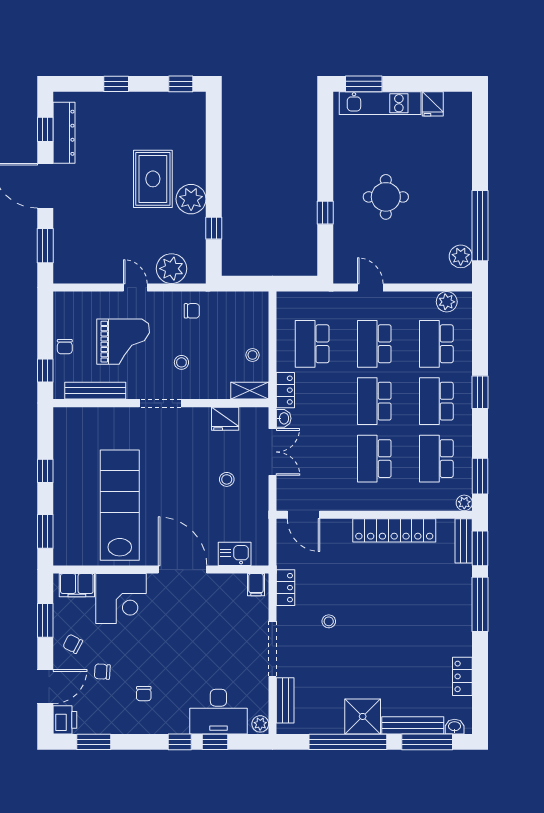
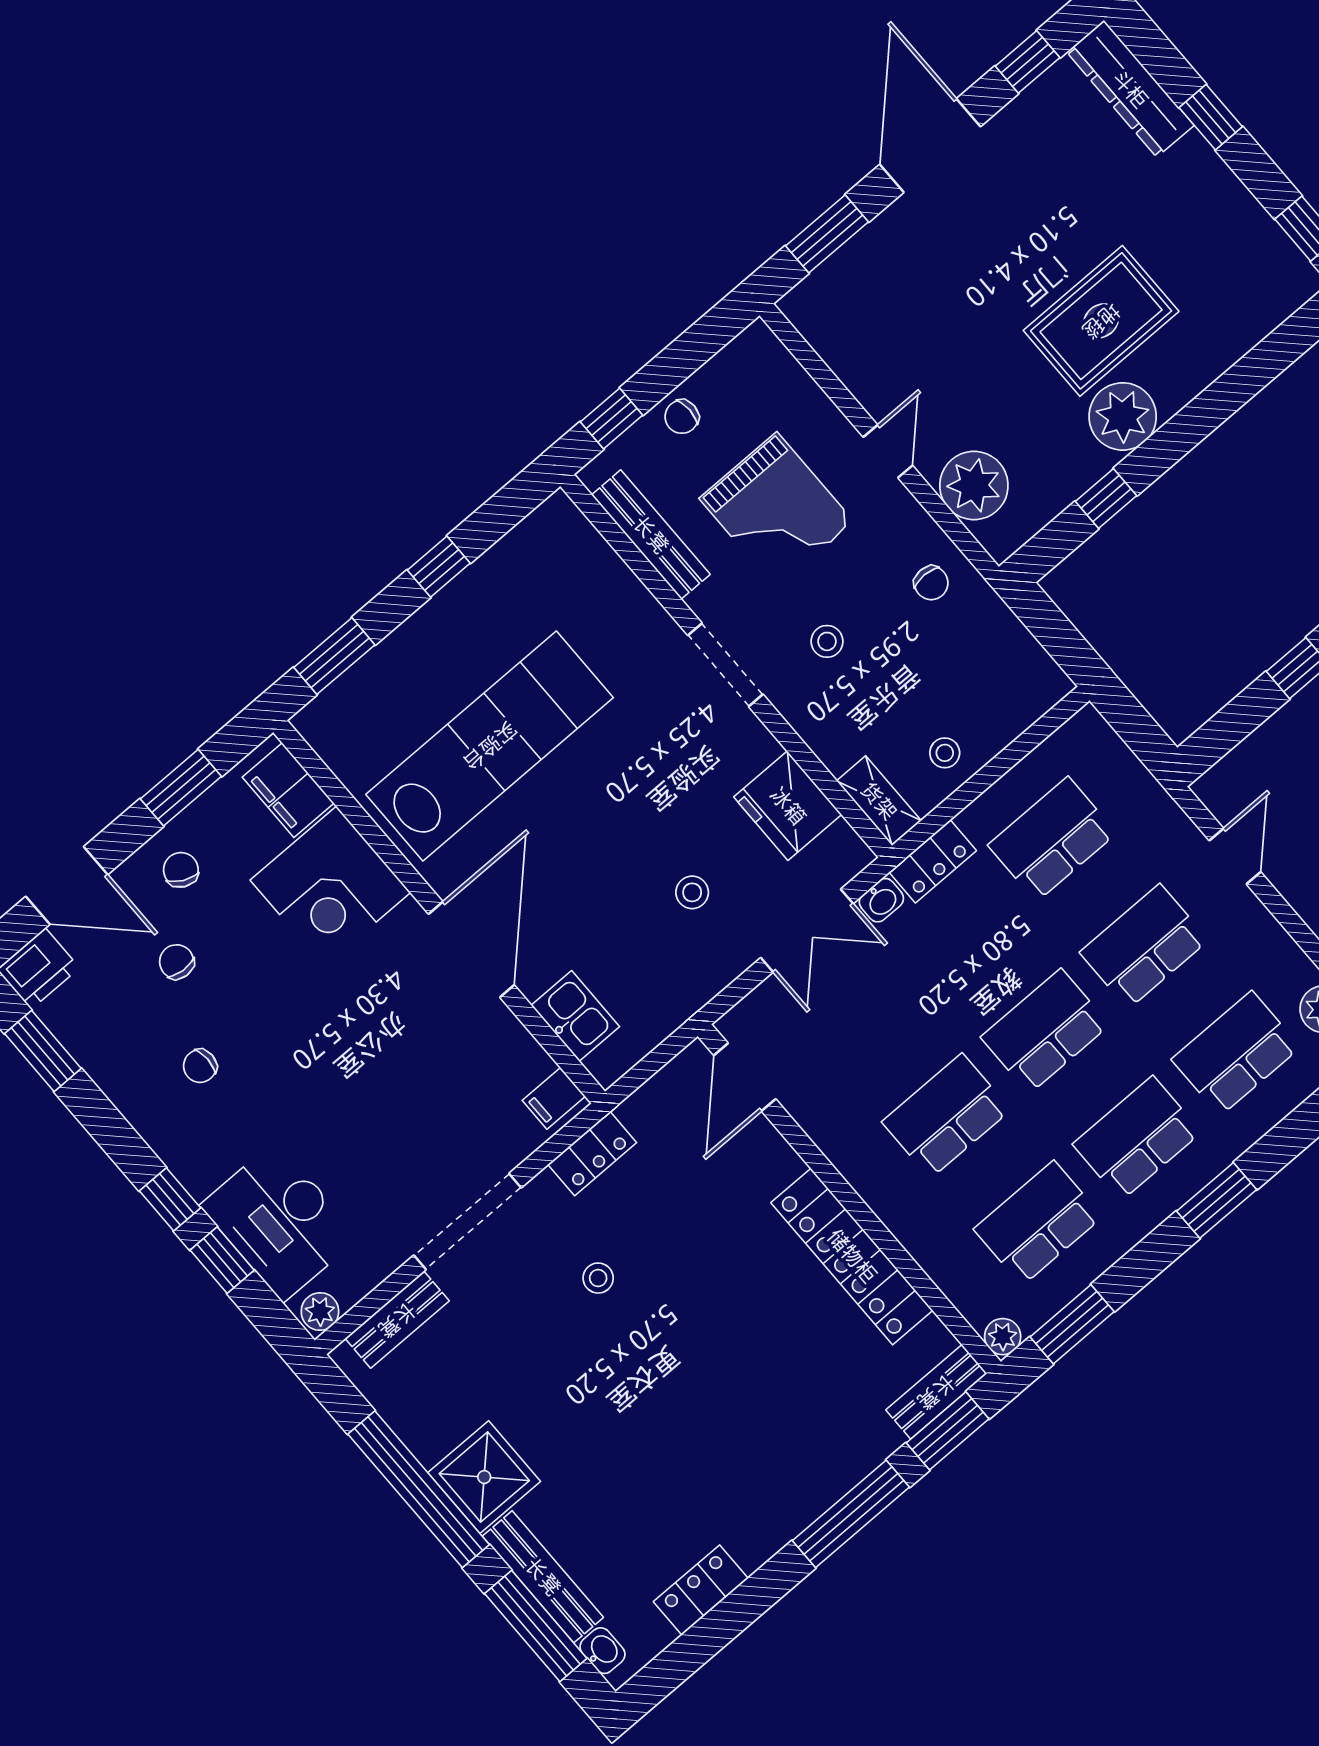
dresser: (64, 133) -> (1130, 89), moved, turned 90
fridge: (225, 419) -> (788, 806), width x1.36, depth x1.34

